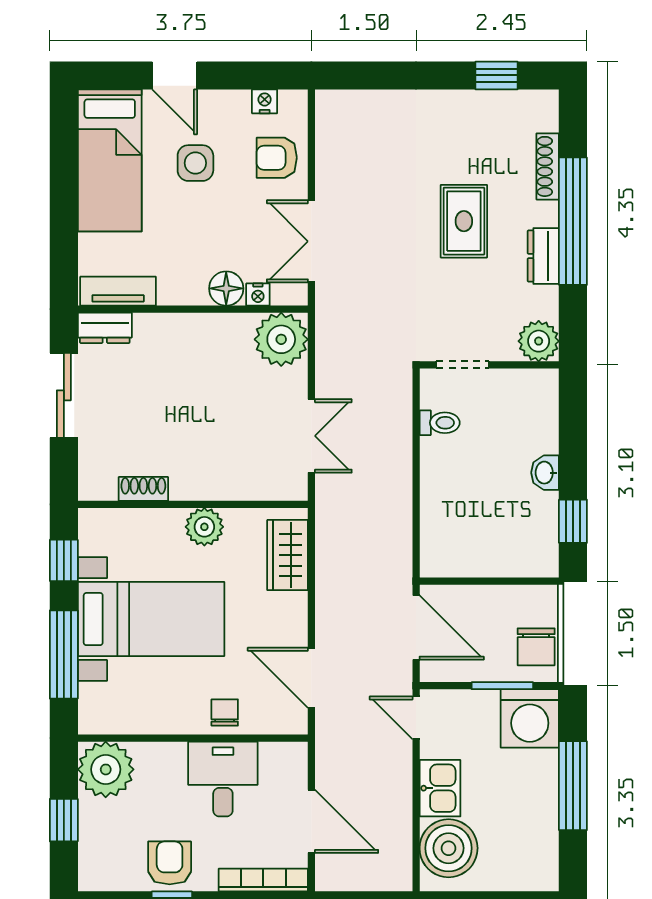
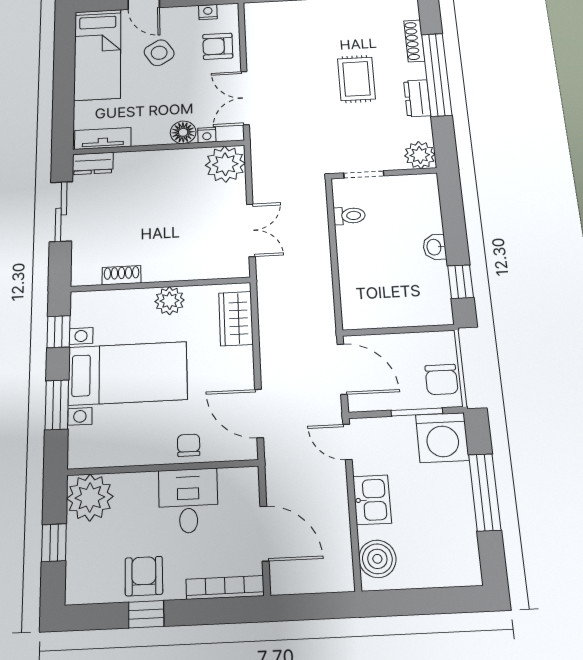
side table: (195, 163) -> (159, 53), turned -32
window: (64, 655) -> (57, 405), width x0.69
boiler: (449, 848) -> (377, 559), width x0.73, depth x0.73

